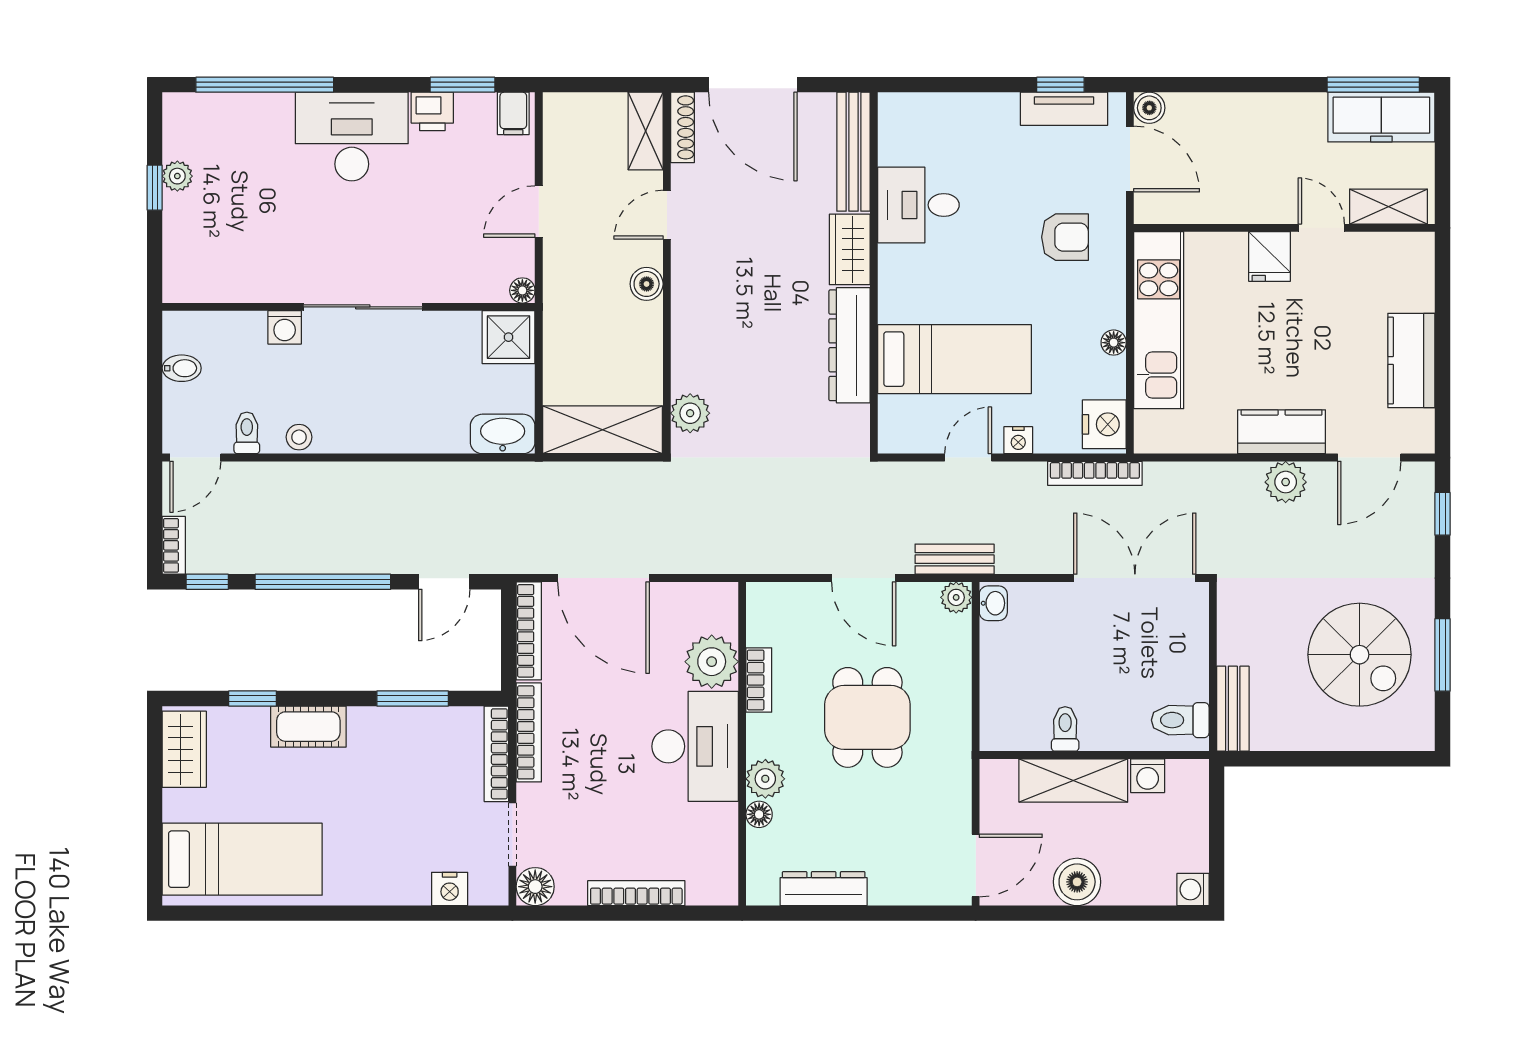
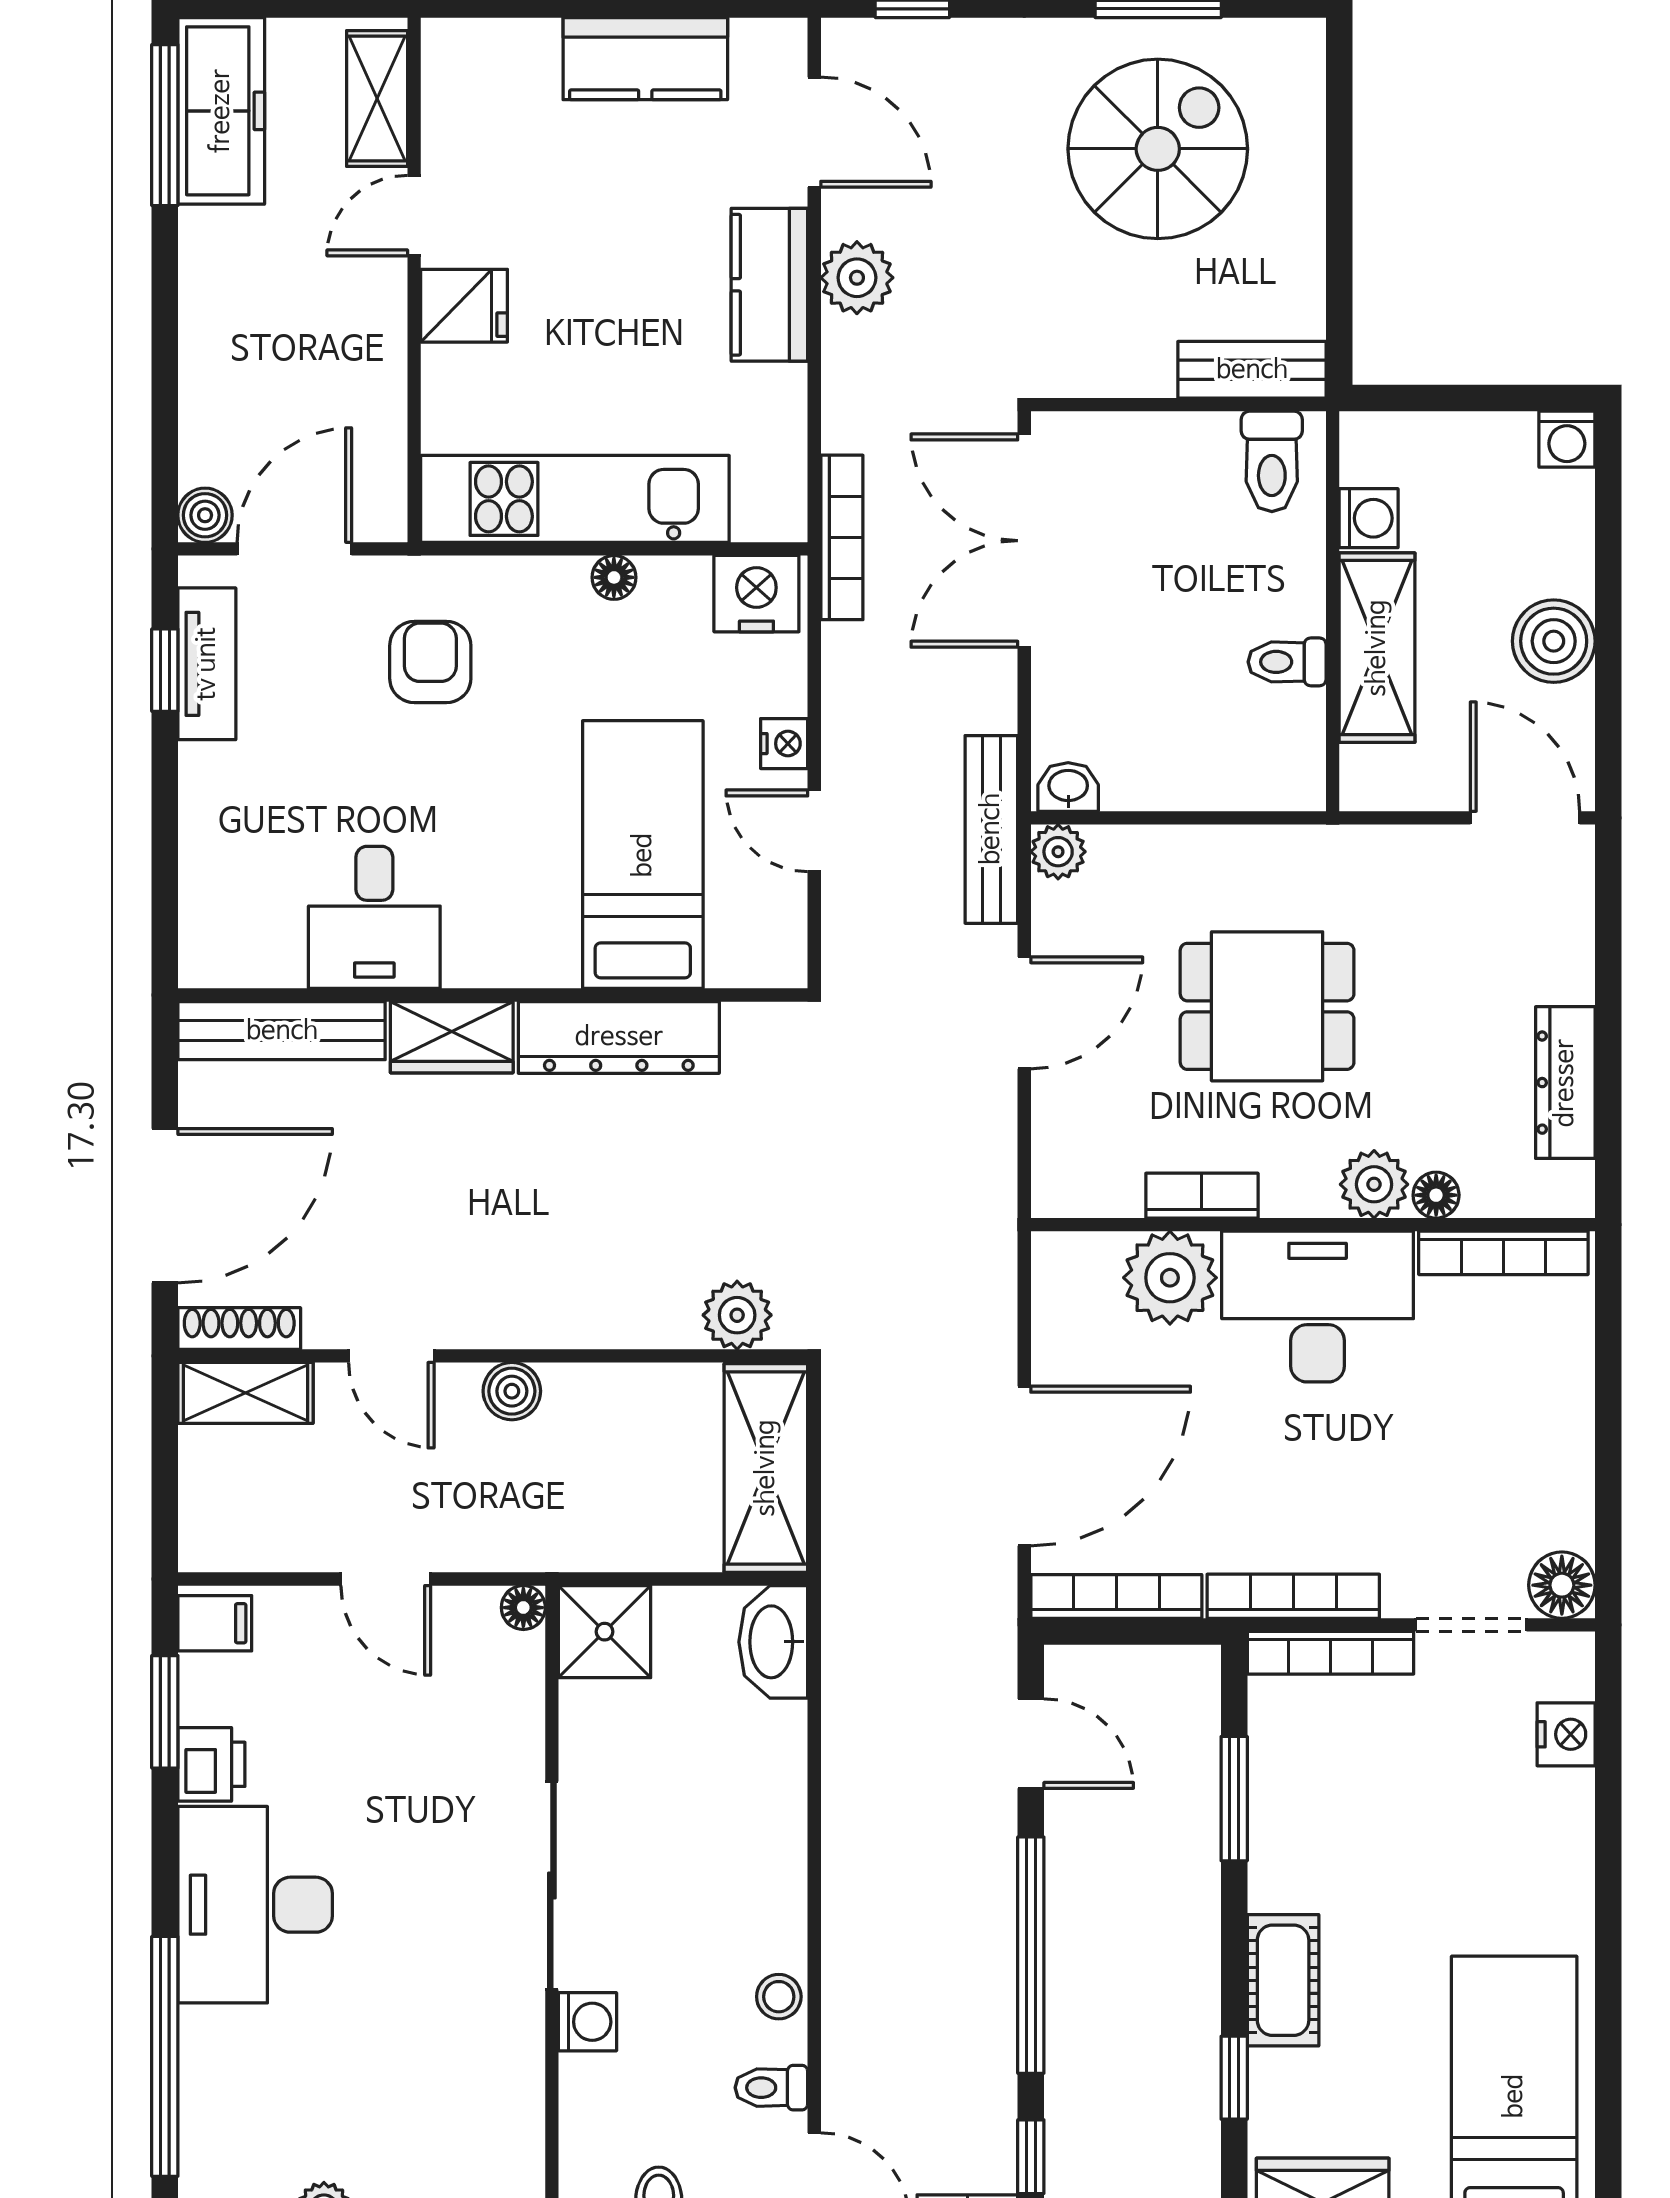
bookcase: (1095, 473) -> (842, 537), moved
bench: (955, 559) -> (991, 829), width x1.36
bookcase: (636, 893) -> (1503, 1253), moved, turned -90

